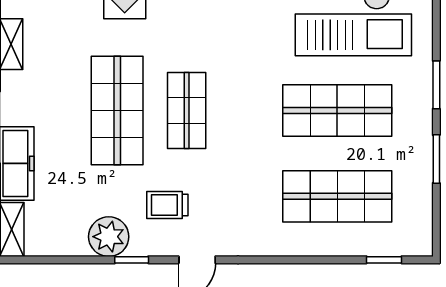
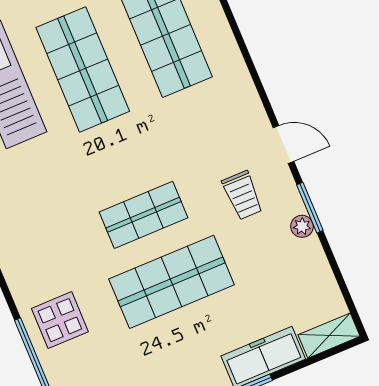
plant: (109, 237) -> (302, 226), width x0.53, depth x0.53
window: (132, 260) -> (310, 208), width x1.50

